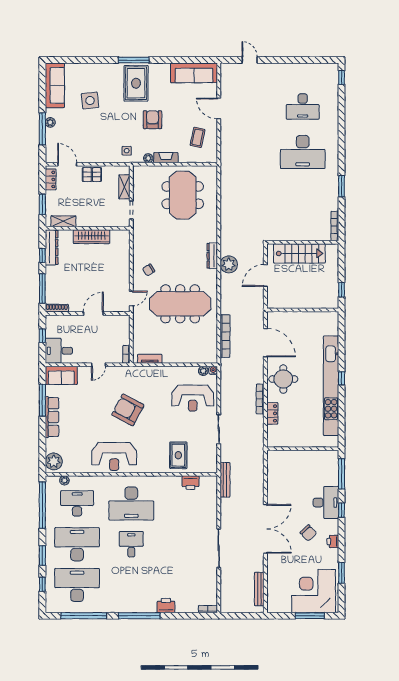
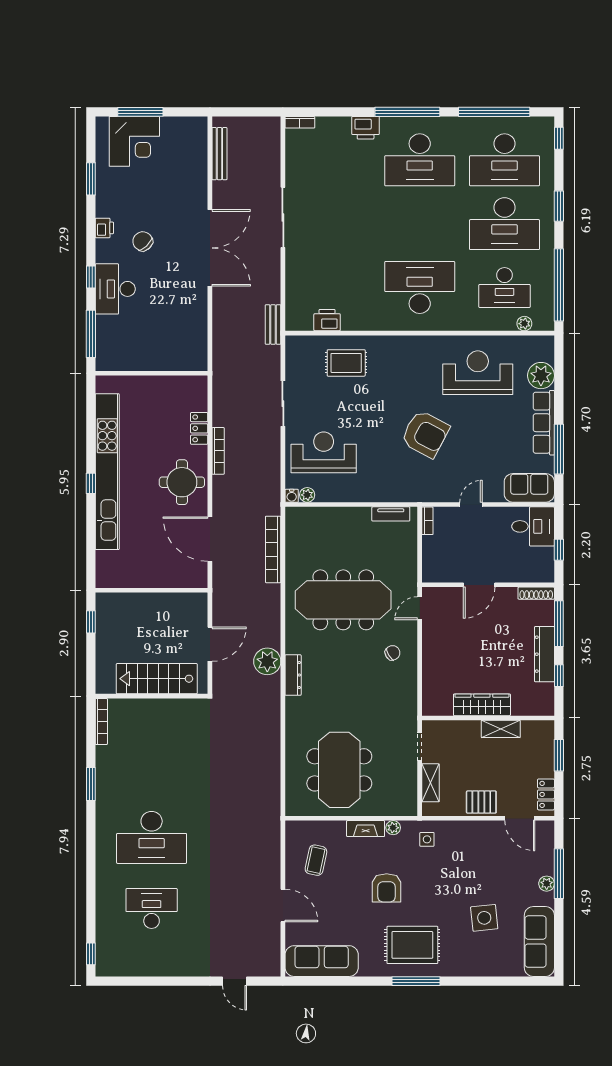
rug: (136, 83) -> (412, 945), turned 90
desk: (303, 152) -> (152, 837), turned 180
shelving: (63, 221) -> (501, 729), moved
dresser: (52, 247) -> (544, 654), moved
rug: (178, 455) -> (346, 363), turned 90
reception desk: (114, 456) -> (478, 373), moved
plant: (54, 461) -> (541, 376), moved
bench: (225, 480) -> (273, 325), width x0.73
double door: (265, 529) -> (210, 248), swing flipped
desk: (131, 544) -> (420, 160), moved, width x1.87, depth x1.30
window: (42, 584) -> (559, 138), moved
corner desk: (314, 591) -> (134, 141), width x0.74, depth x0.74

